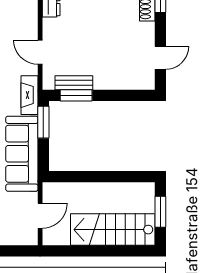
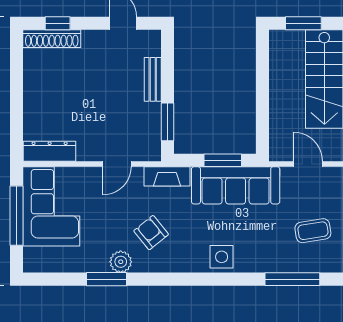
bench: (74, 83) -> (153, 79), moved
window: (43, 122) -> (223, 160), moved

